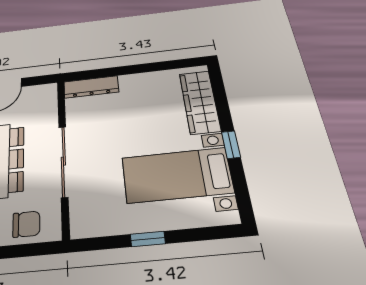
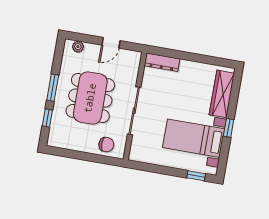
window: (148, 239) -> (196, 176), moved

